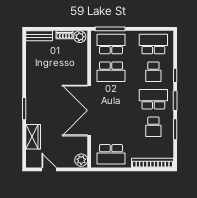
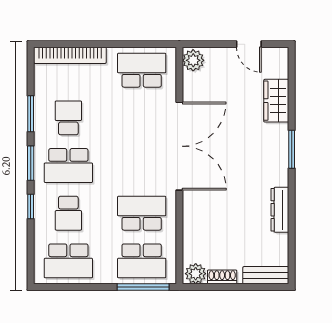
school desk: (153, 72) -> (68, 213), turned 180
dresser: (31, 74) -> (280, 210), added

